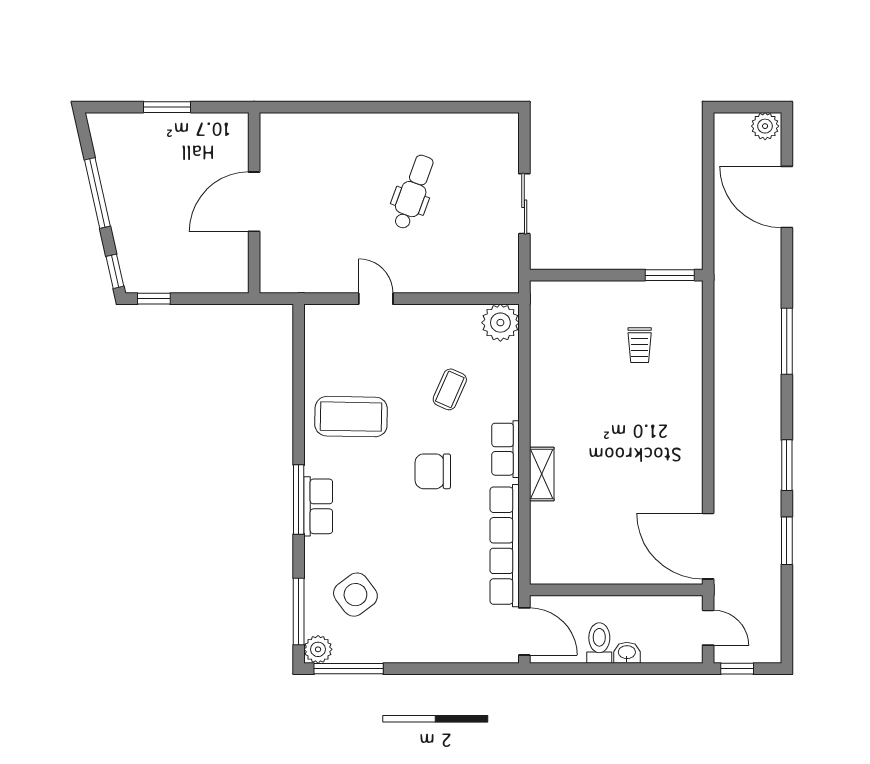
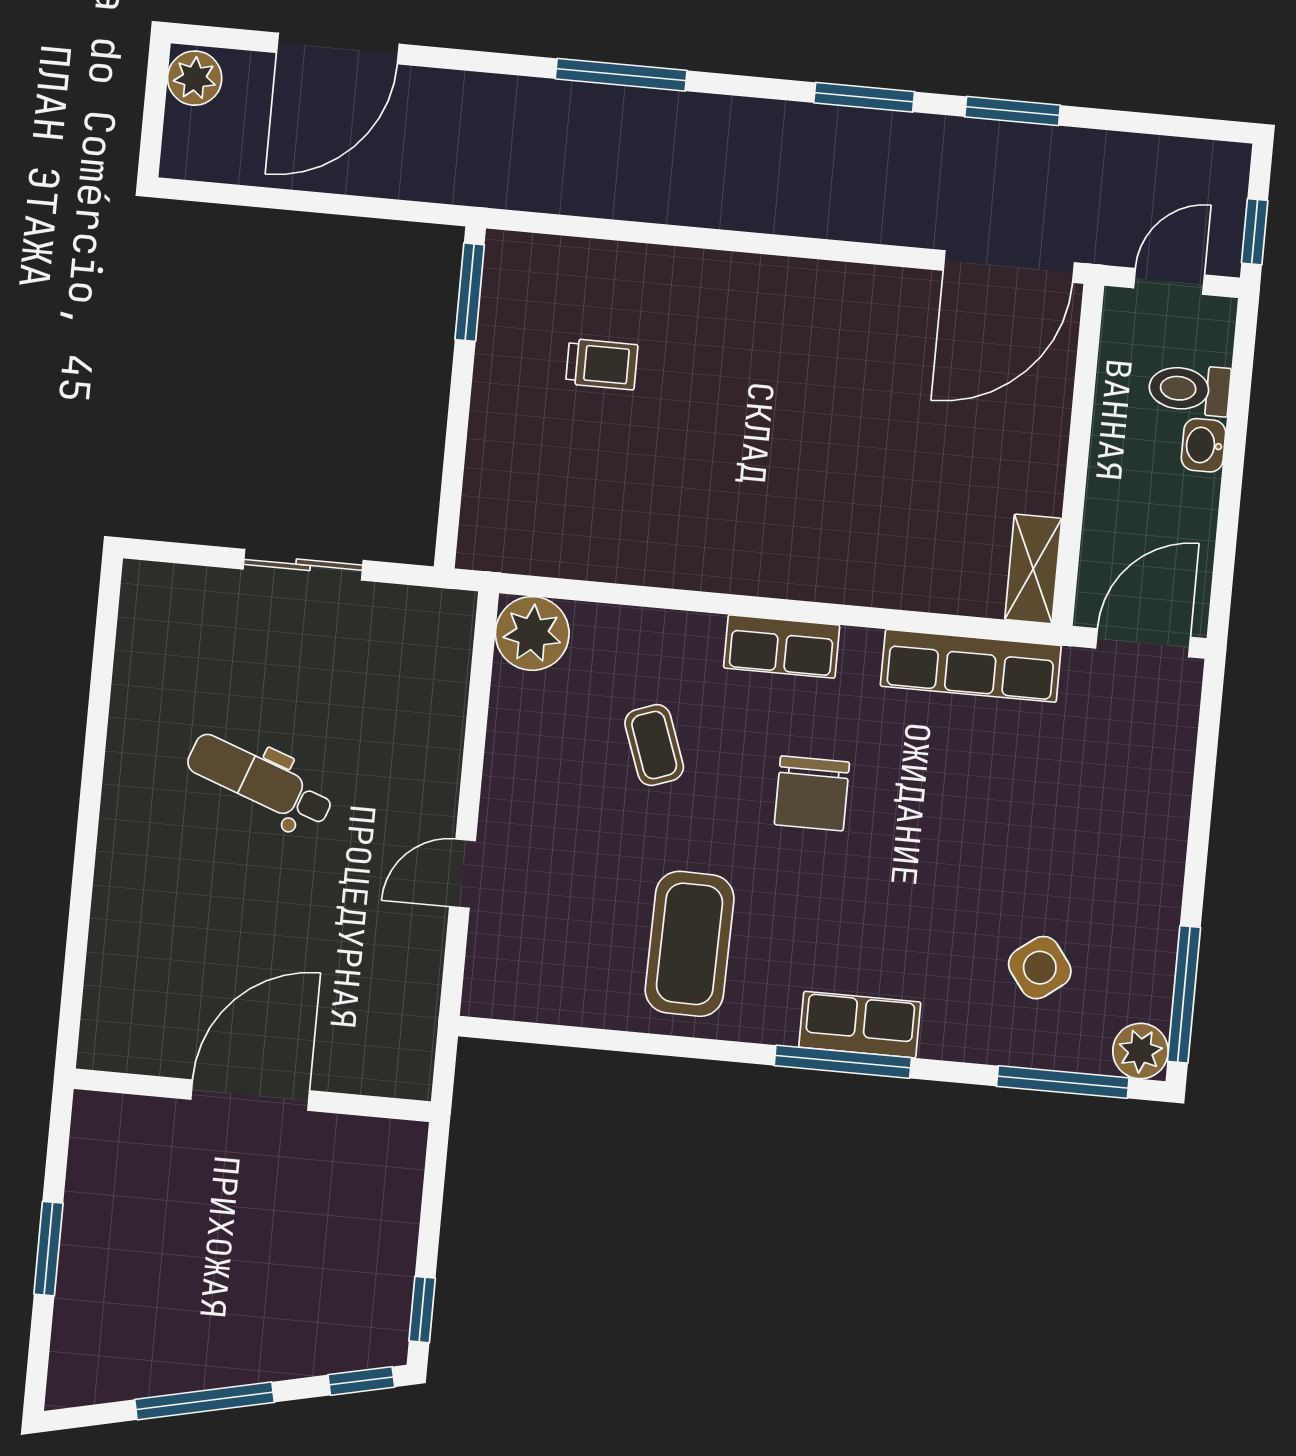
door: (254, 202) -> (250, 1095), swing flipped
coffee table: (450, 389) -> (654, 745), turned 46
shelving: (542, 474) -> (1033, 569), moved, turned 90
row of seats: (505, 546) -> (971, 666), width x0.73
side table: (355, 595) -> (1040, 968), width x0.73, depth x0.73
toilet: (599, 643) -> (1189, 389), moved

